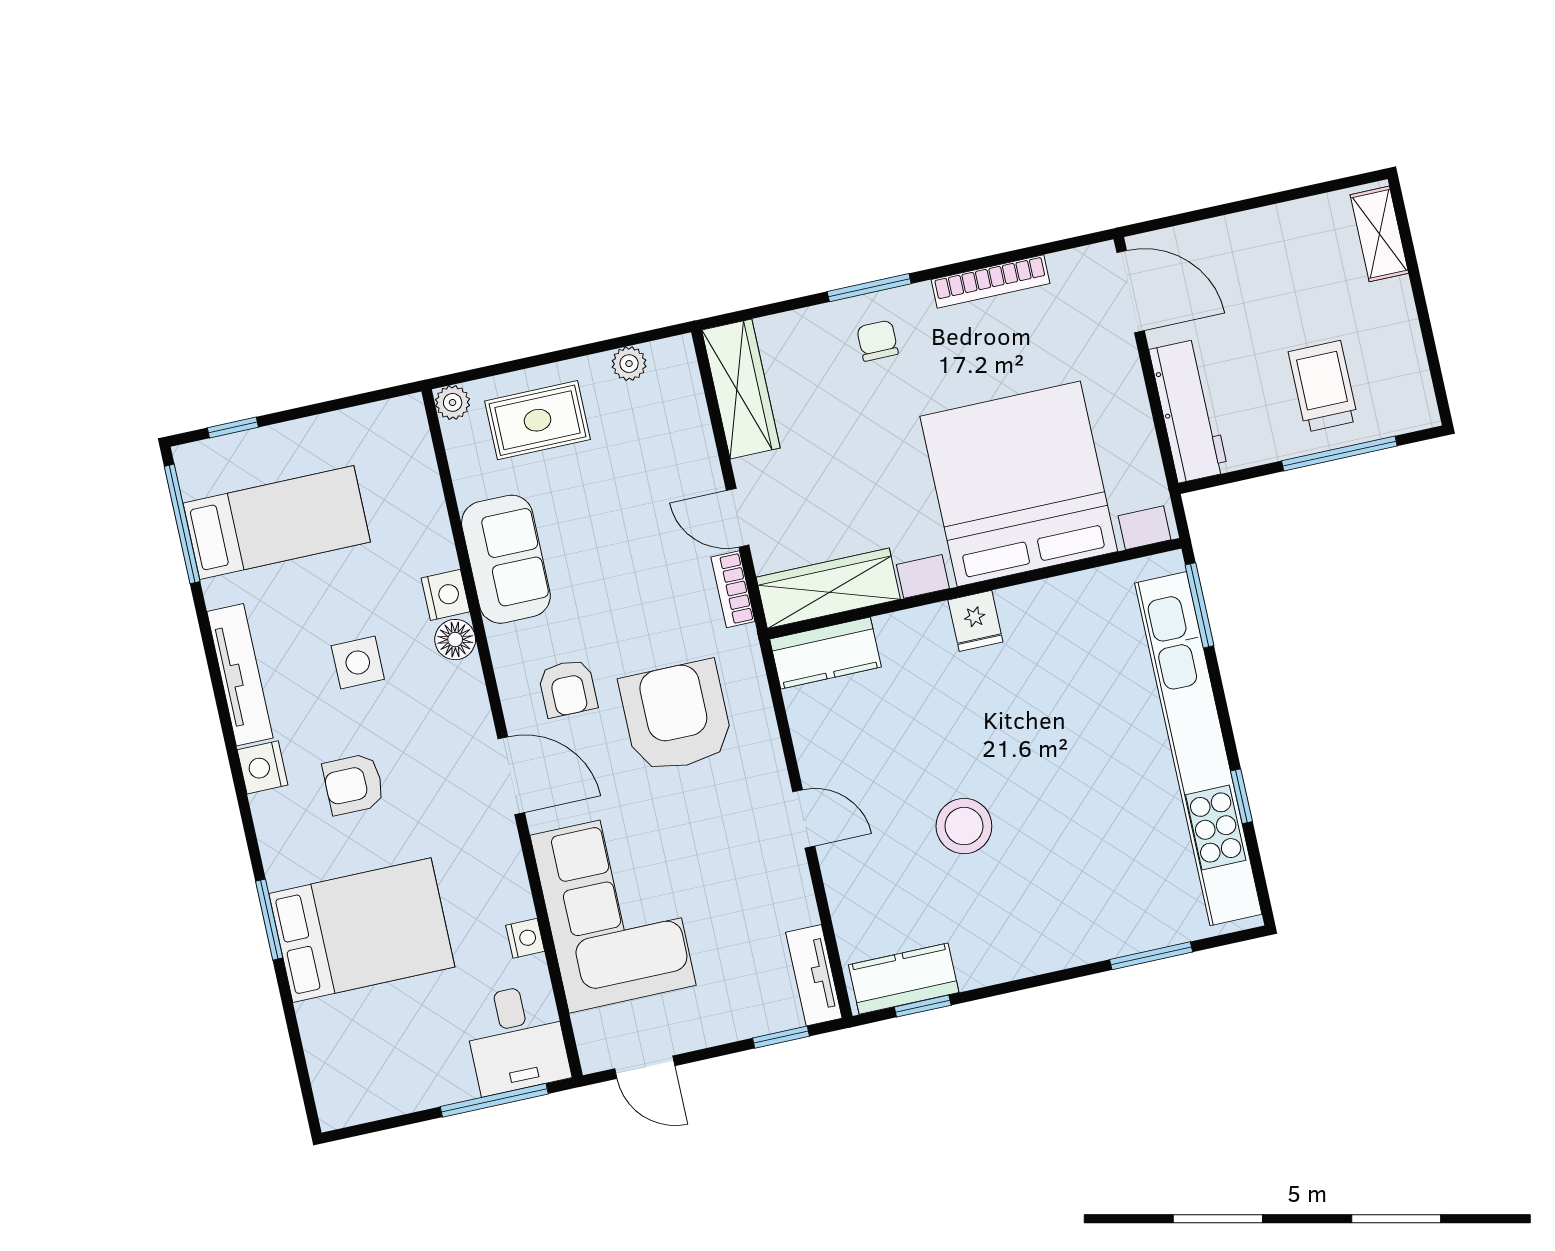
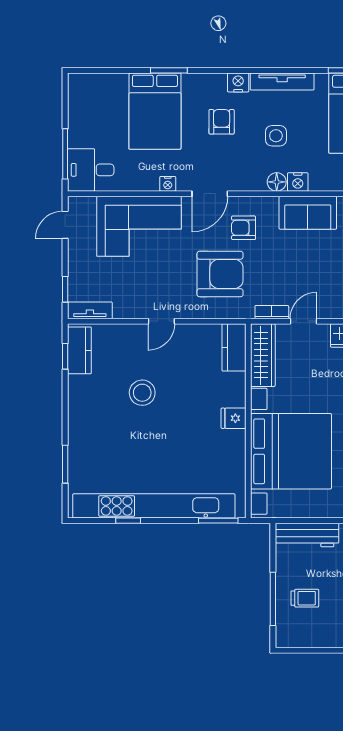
trolley: (1323, 386) -> (305, 598), width x0.73, depth x0.72
nightstand: (525, 938) -> (168, 184), moved

